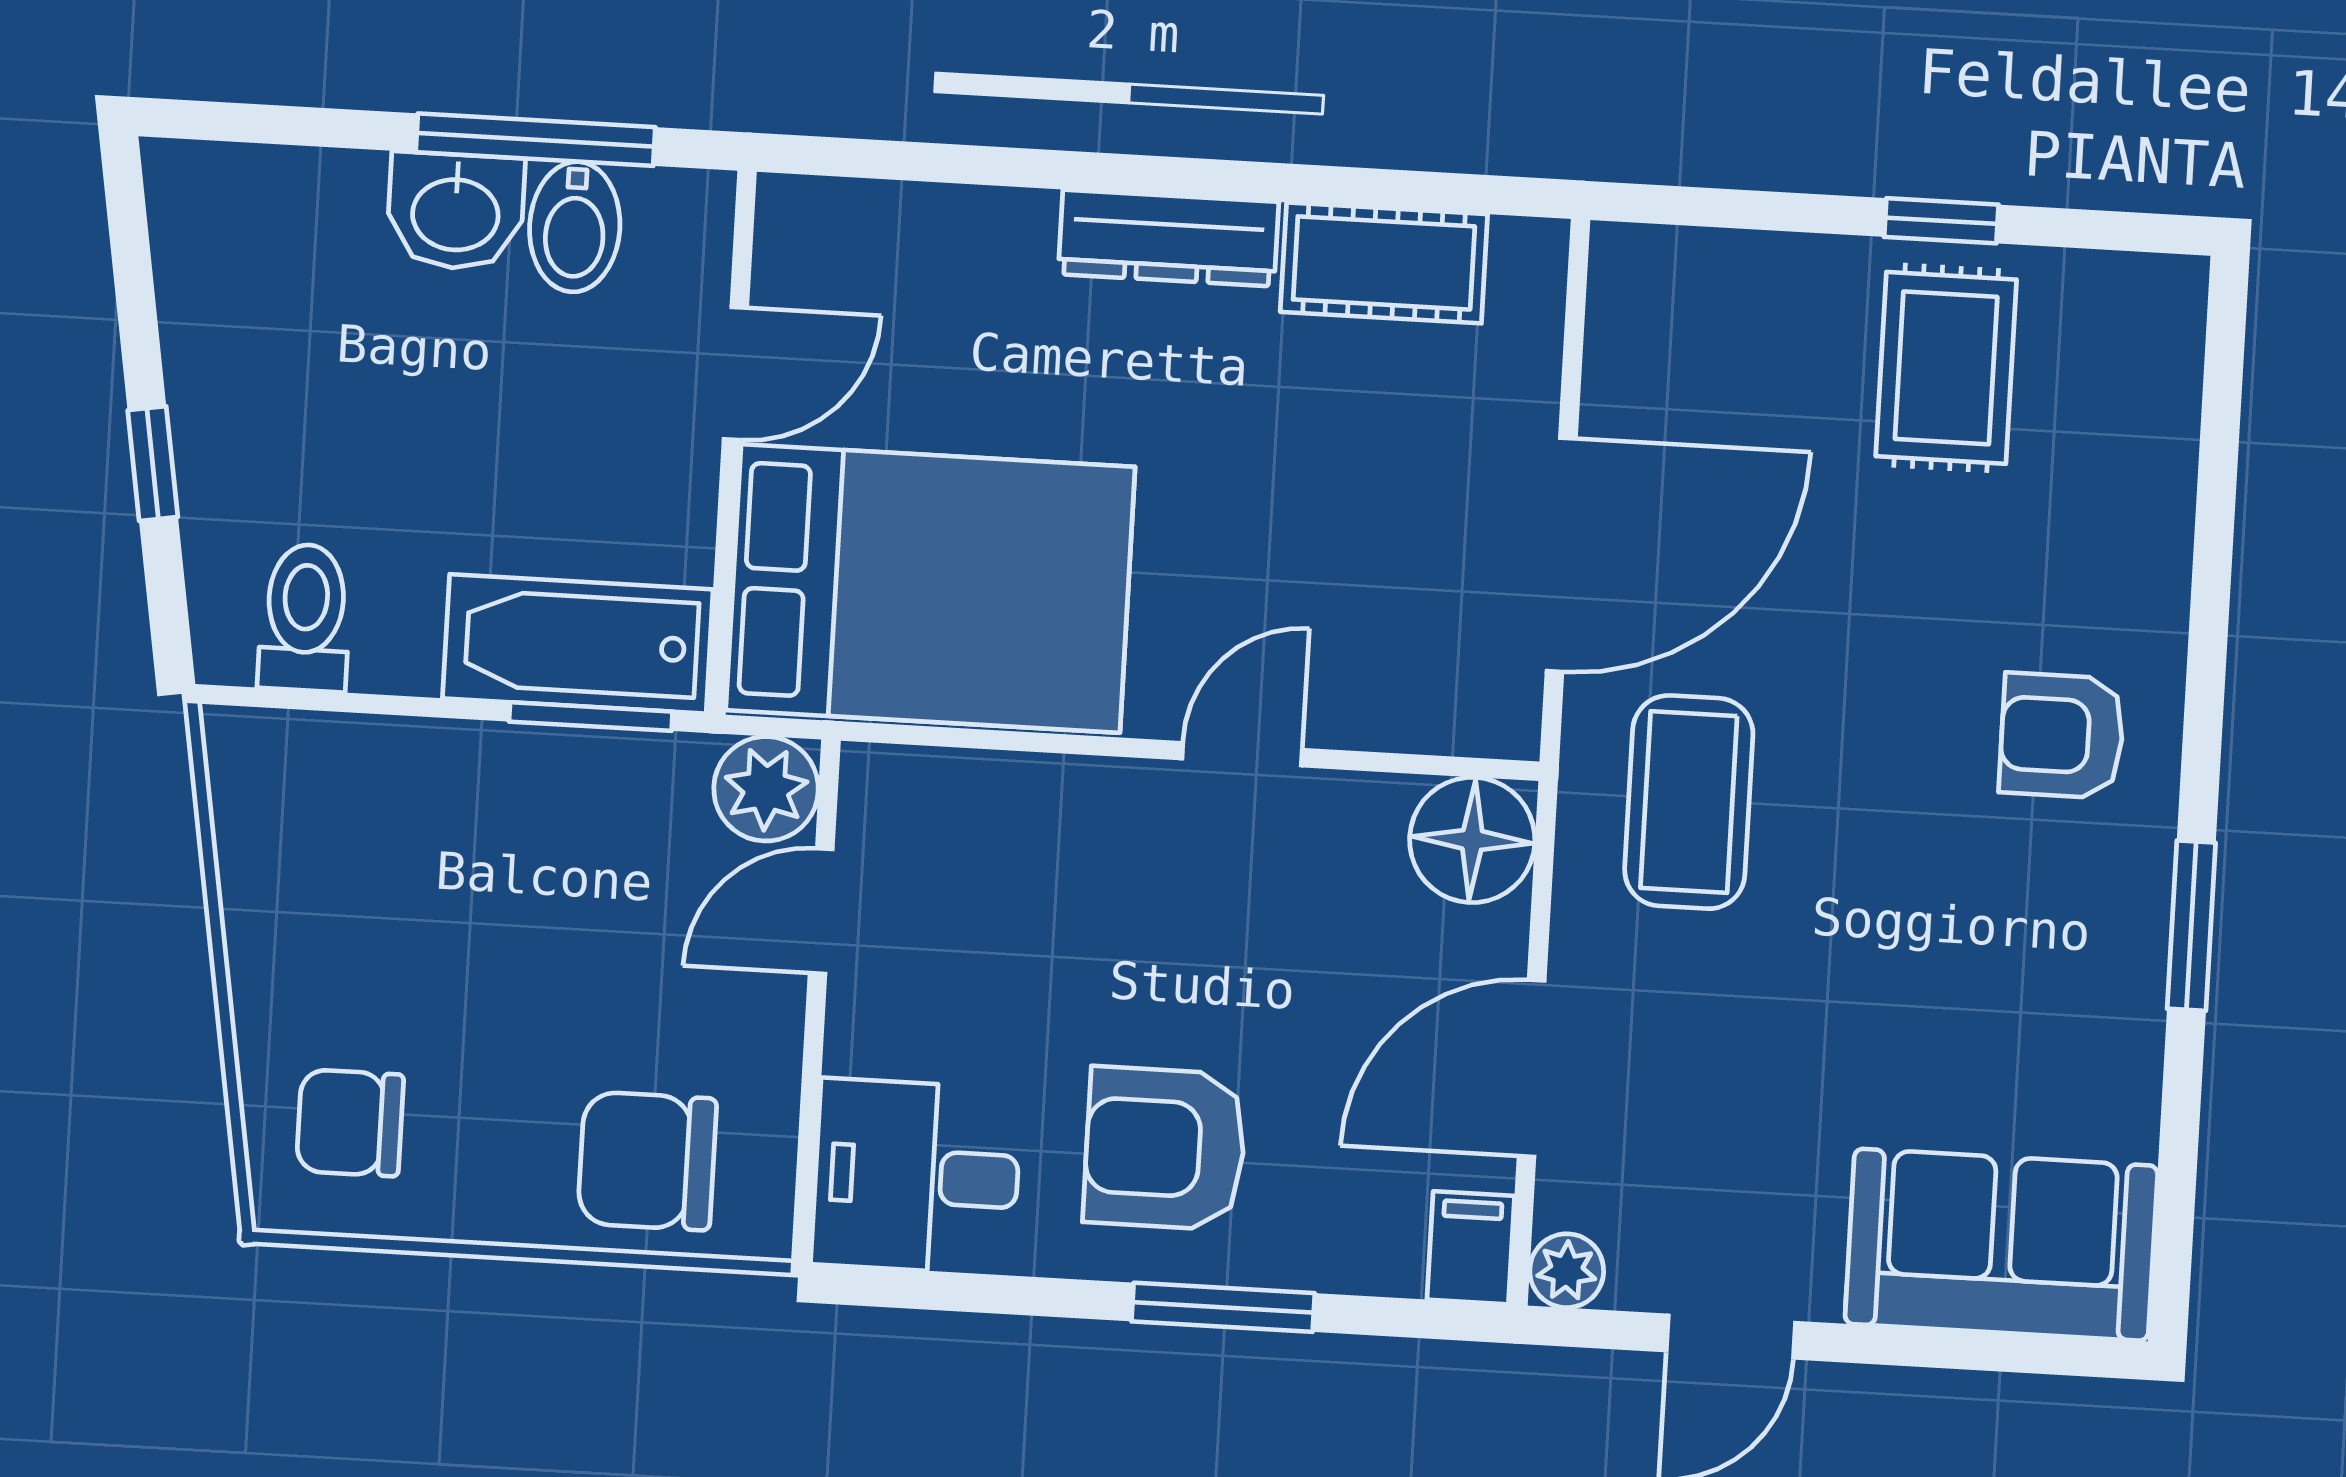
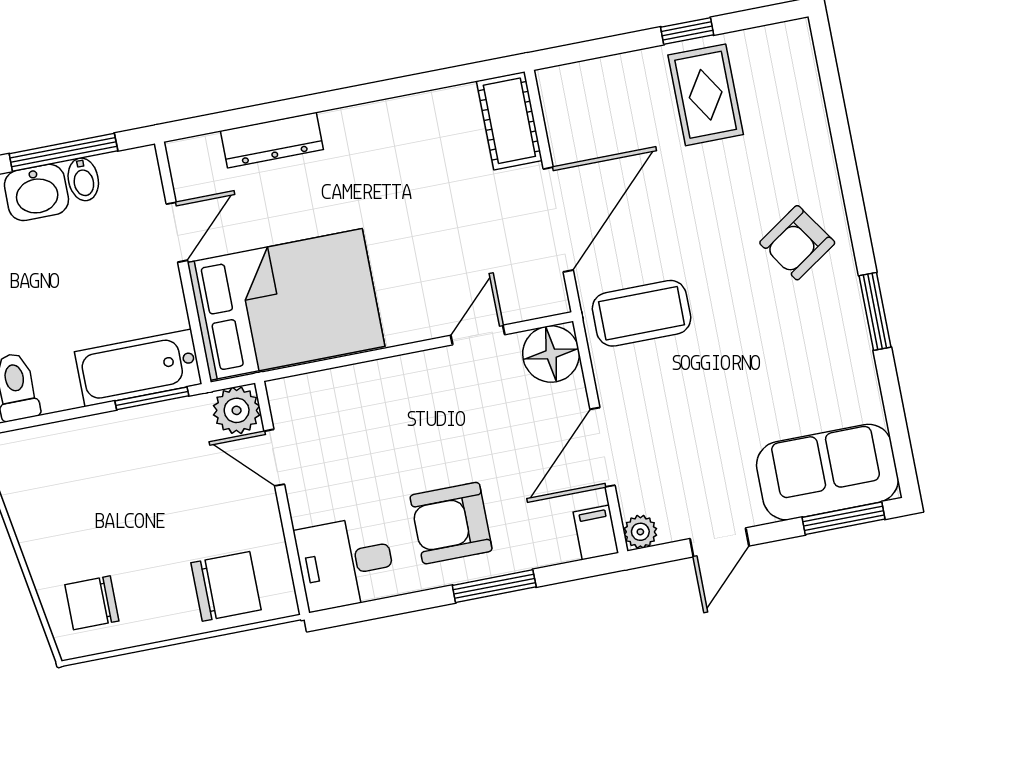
bidet: (575, 227) -> (83, 179), width x0.72, depth x0.74
dresser: (1168, 238) -> (272, 140), moved
cot: (1384, 263) -> (509, 121), moved, turned 90
armchair: (2062, 736) -> (797, 243), turned -34
door: (1242, 754) -> (478, 335), moved
coffee table: (1689, 802) -> (642, 313), turned 90
door: (821, 911) -> (274, 458), hinge flipped
chair: (647, 1161) -> (226, 586), turned 180
window: (2010, 1353) -> (844, 518), added

